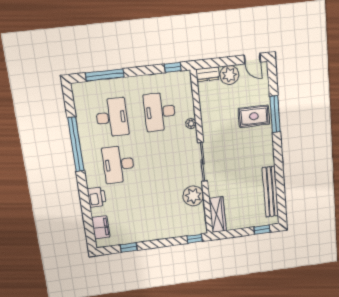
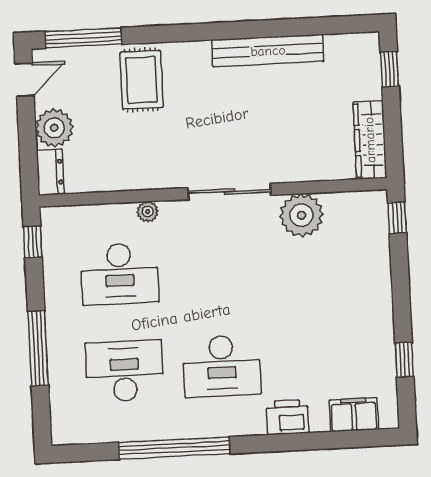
window: (105, 75) -> (38, 348), moved
window: (275, 114) -> (83, 38), moved
bench: (270, 192) -> (268, 51), moved
wardrobe: (218, 215) -> (370, 140), moved, turned -90

